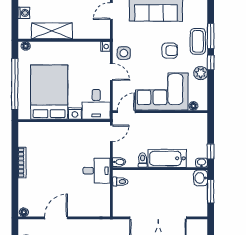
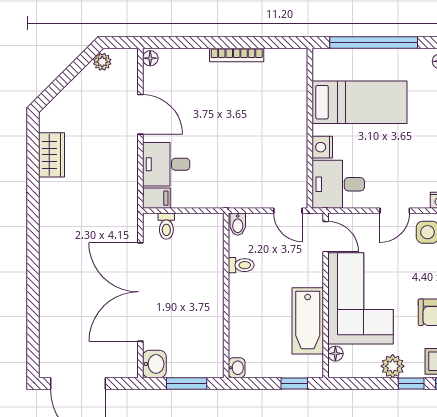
bed: (49, 92) -> (359, 102), width x0.67
window: (211, 151) -> (294, 384), moved
bathtub: (167, 158) -> (308, 321), moved, turned 180
desk: (97, 171) -> (166, 164), moved, turned 90
washbasin: (201, 178) -> (154, 364), moved, turned 90
toilet: (120, 182) -> (166, 226), moved
filing cabinet: (104, 209) -> (156, 198), added

